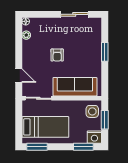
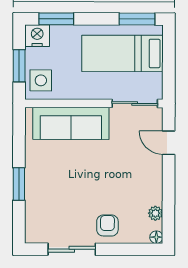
armchair: (57, 55) -> (107, 225), moved

